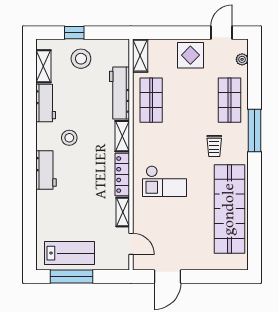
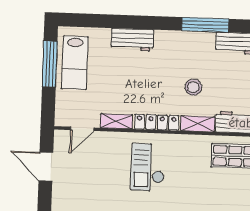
window: (30, 132) -> (205, 25), added
stool: (69, 138) -> (193, 87), moved
workbench: (46, 170) -> (132, 40), moved

